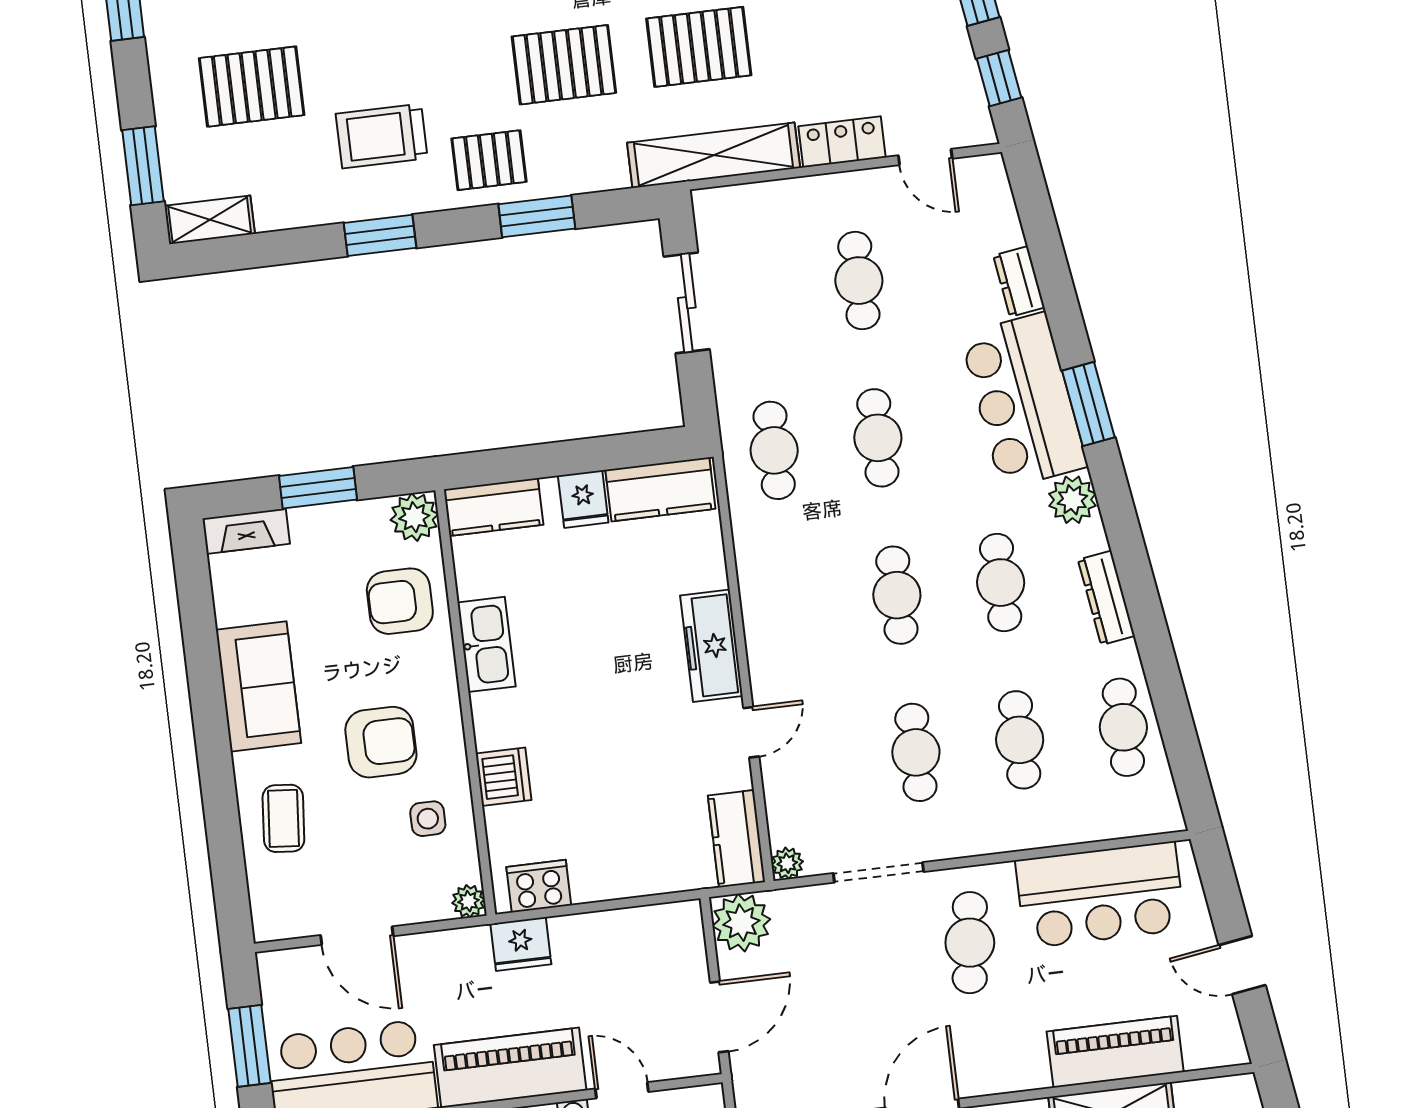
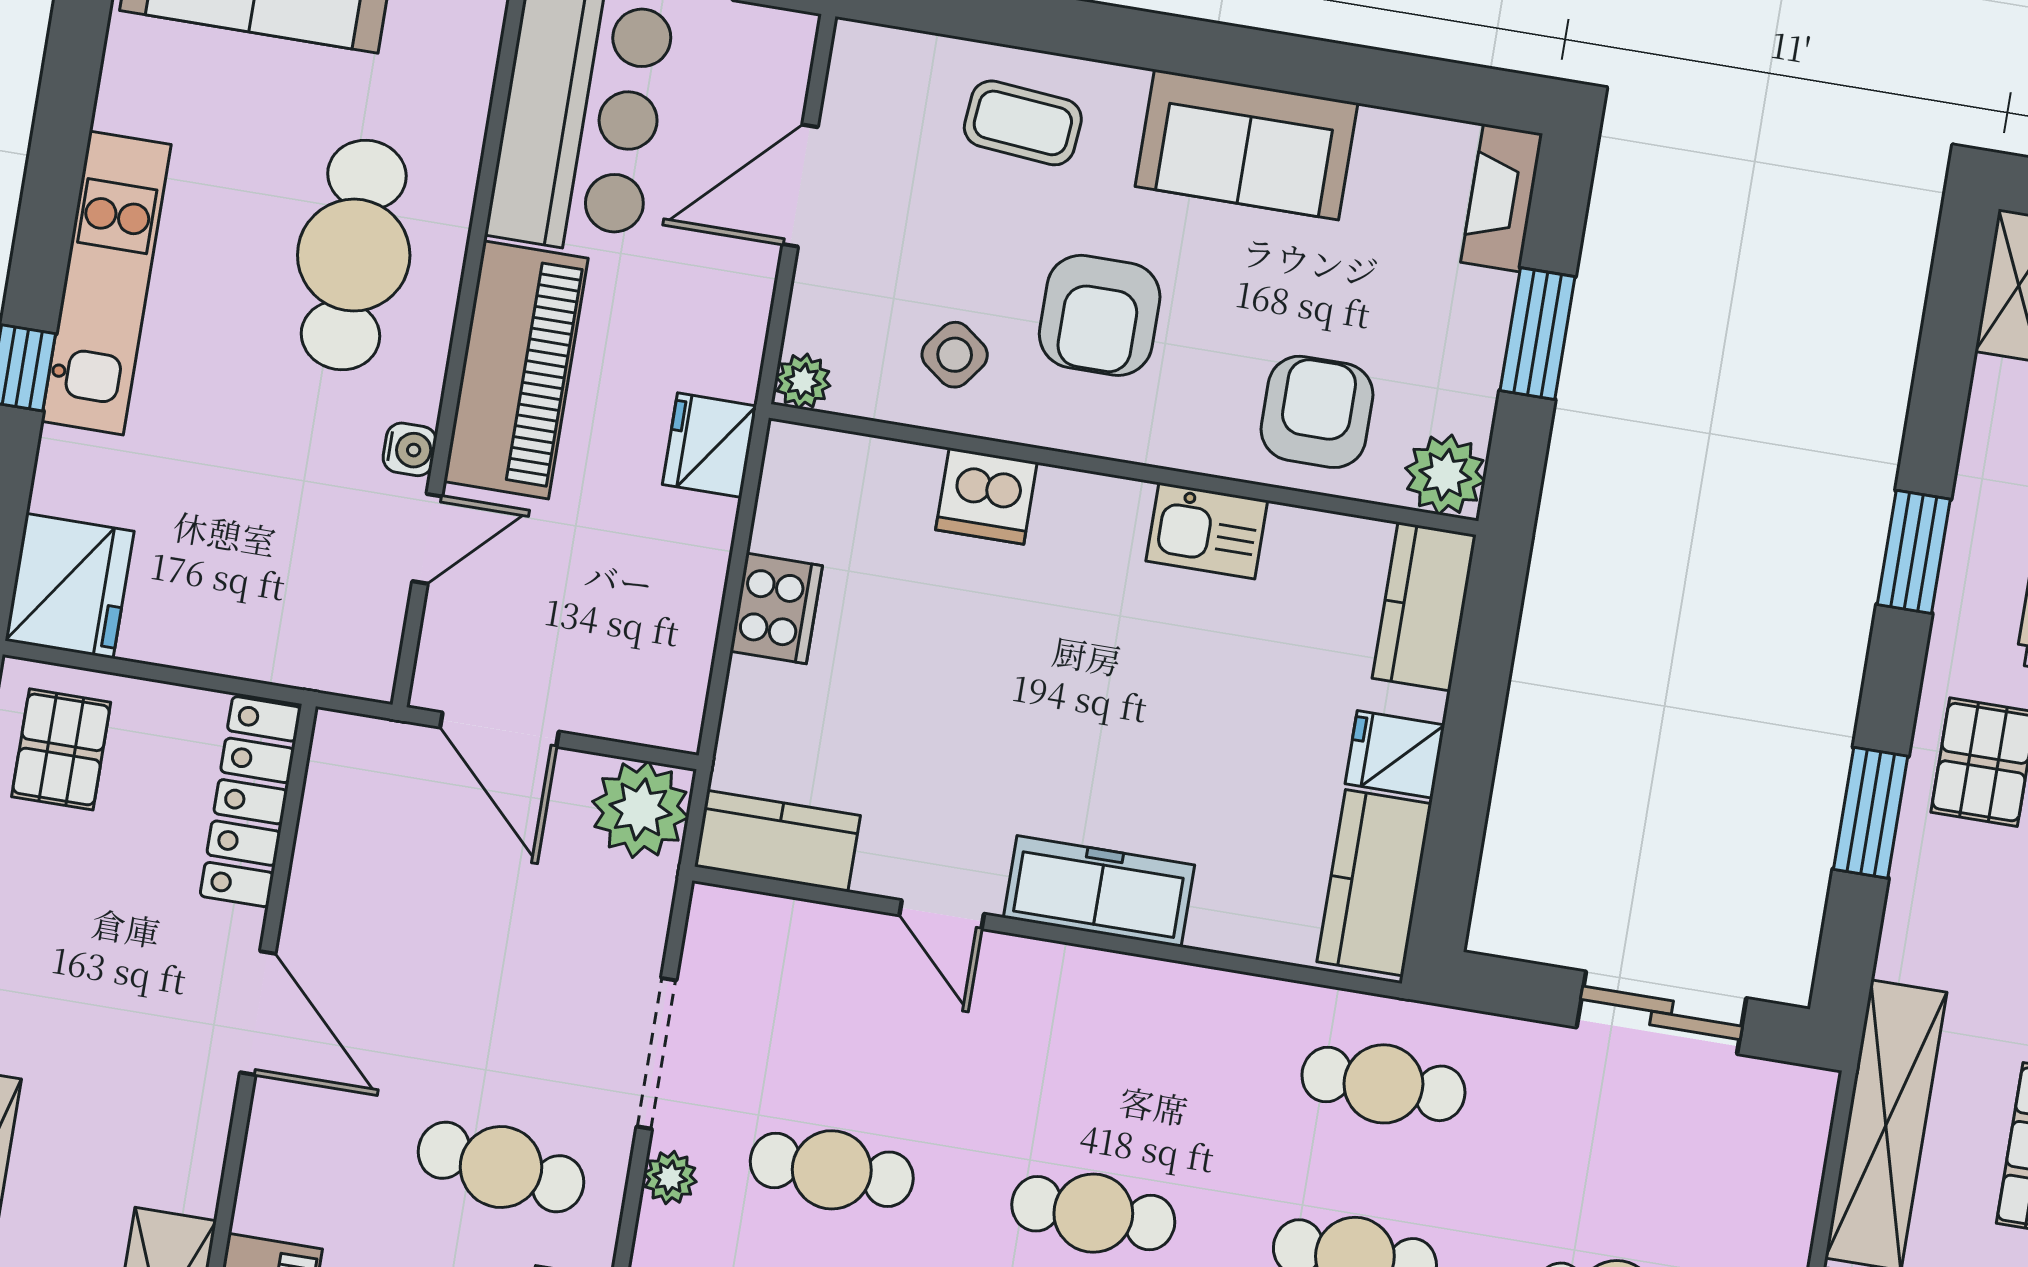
kitchen sink: (486, 644) -> (1207, 531), width x0.73
side table: (428, 819) -> (955, 355), turned 37
plant: (787, 863) -> (670, 1178), moved
cooker: (539, 886) -> (776, 608), moved

